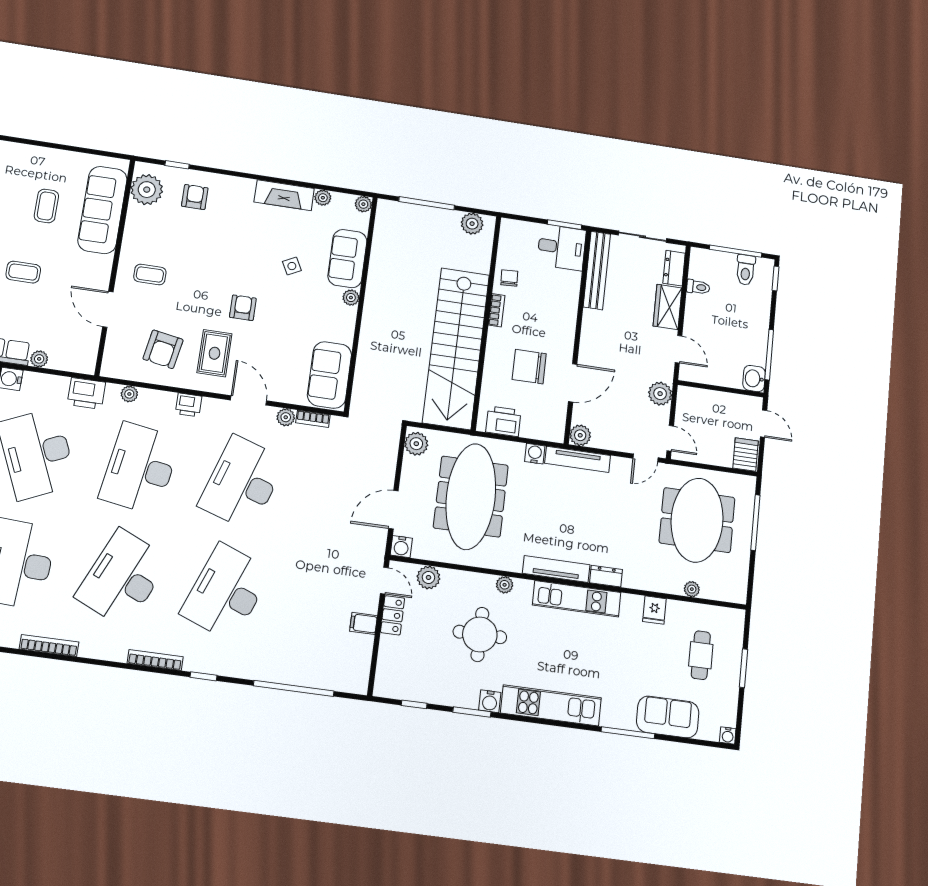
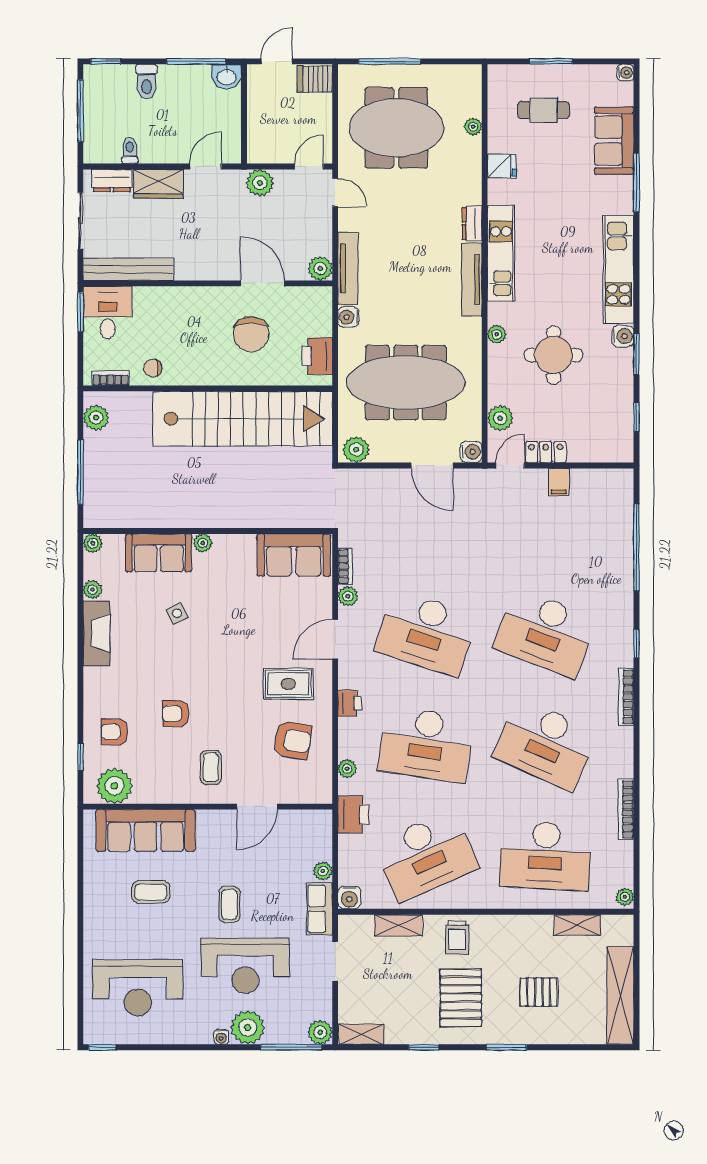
toilet: (746, 270) -> (147, 82), moved, turned 90
armchair: (243, 308) -> (176, 714), moved
bookcase: (497, 310) -> (111, 378), moved

